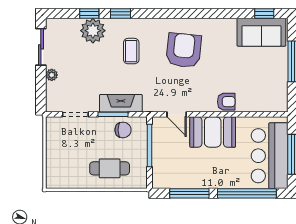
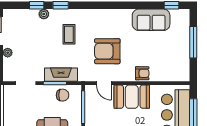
plant: (93, 31) -> (44, 14), width x0.53, depth x0.53
sofa: (261, 32) -> (151, 20), moved
armchair: (184, 50) -> (107, 51), moved, turned -96

